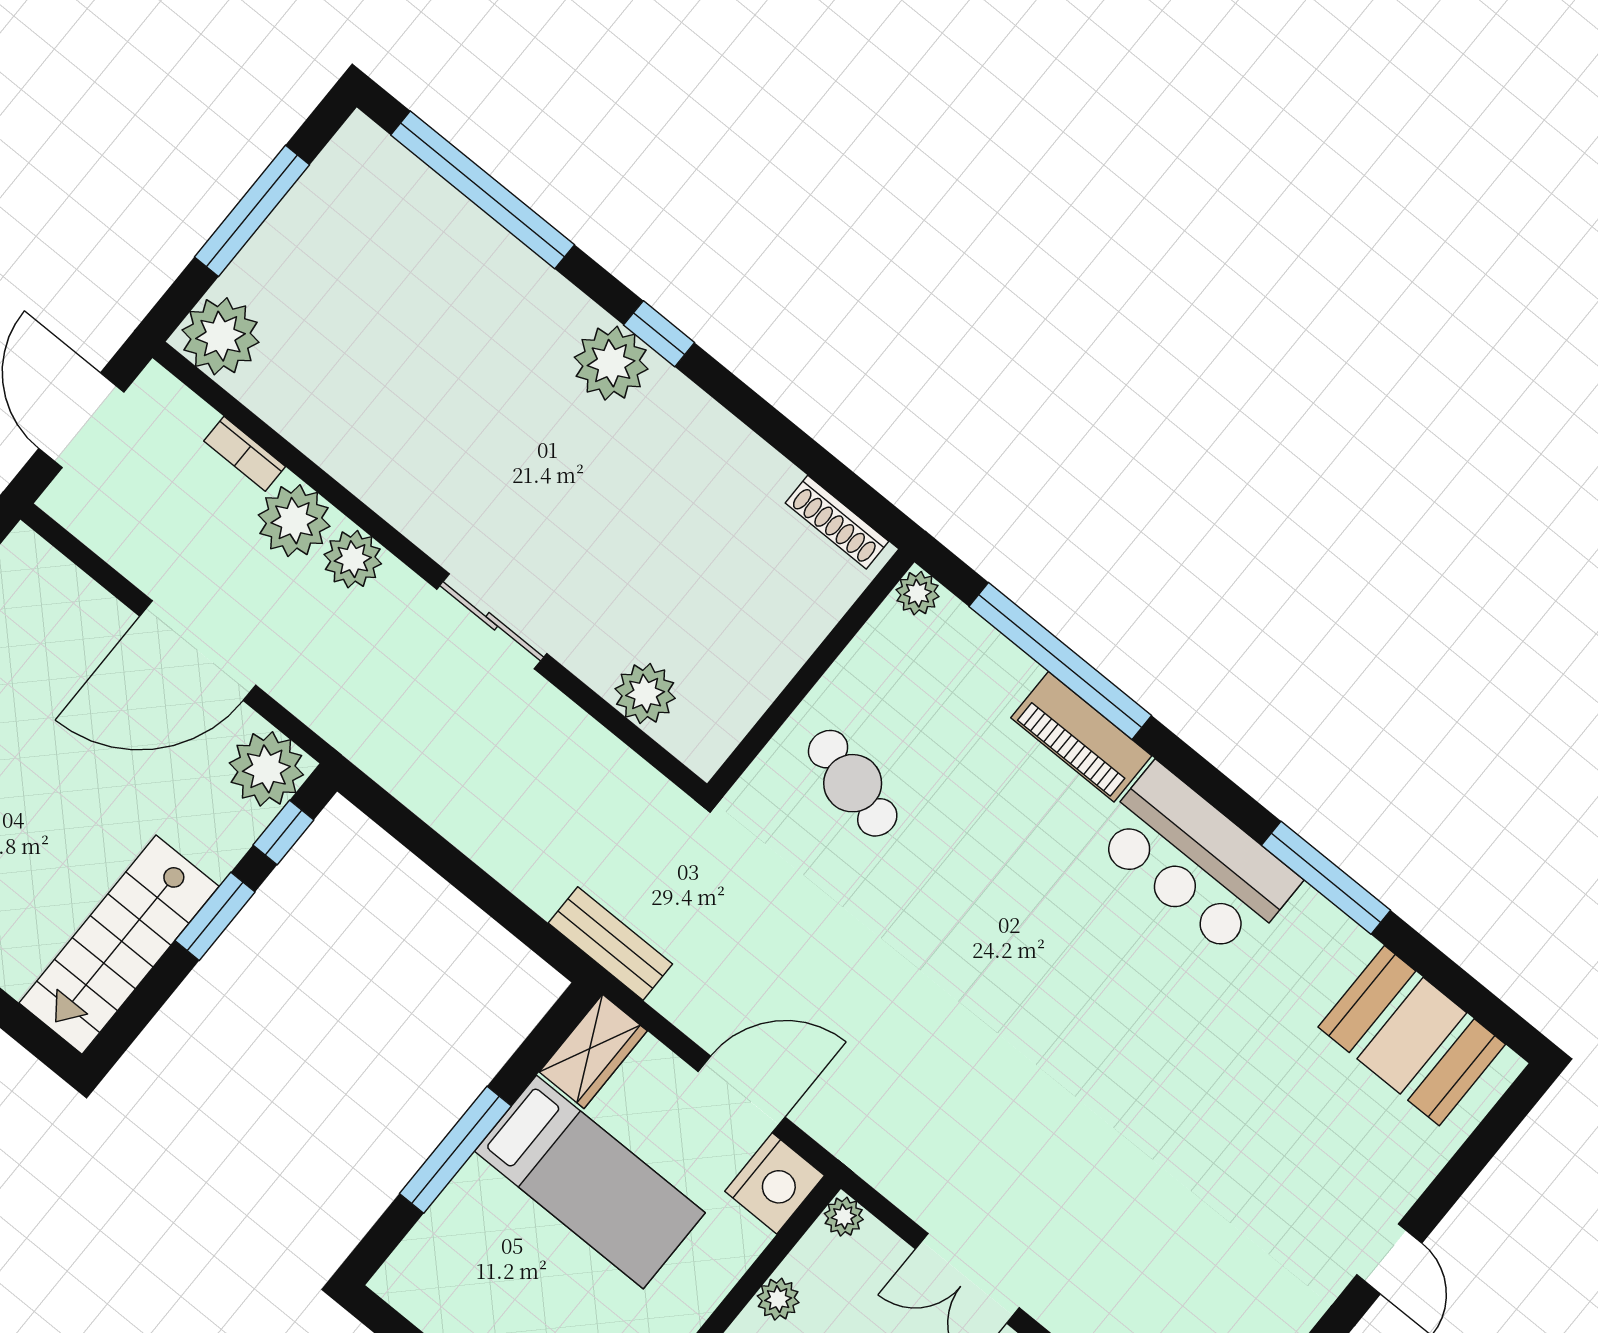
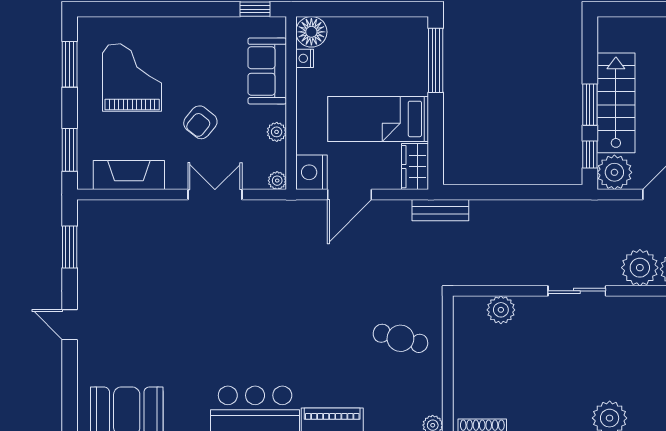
plant: (353, 559) -> (640, 268), width x1.36, depth x1.36
stairs: (119, 945) -> (616, 103), moved
window: (455, 1150) -> (436, 60), moved

